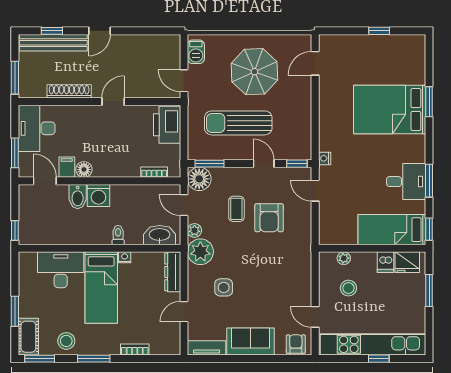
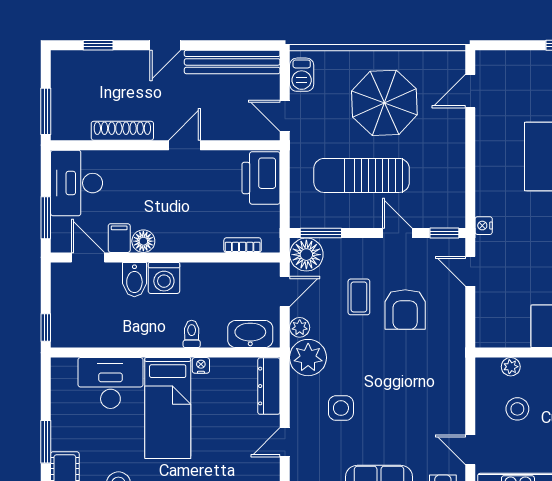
bench: (53, 43) -> (232, 62), moved
door: (184, 205) -> (285, 292), swing flipped

